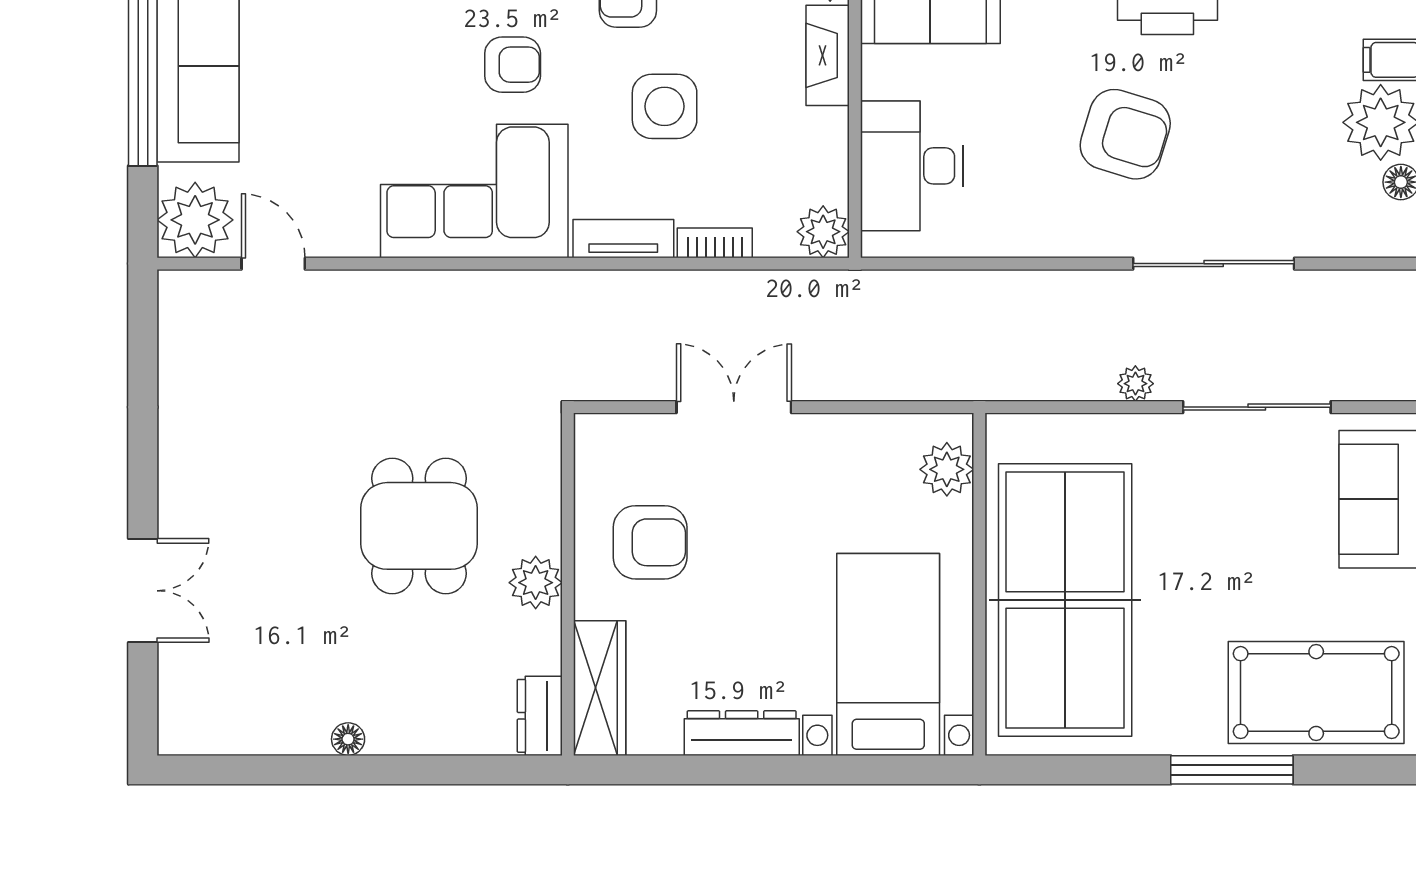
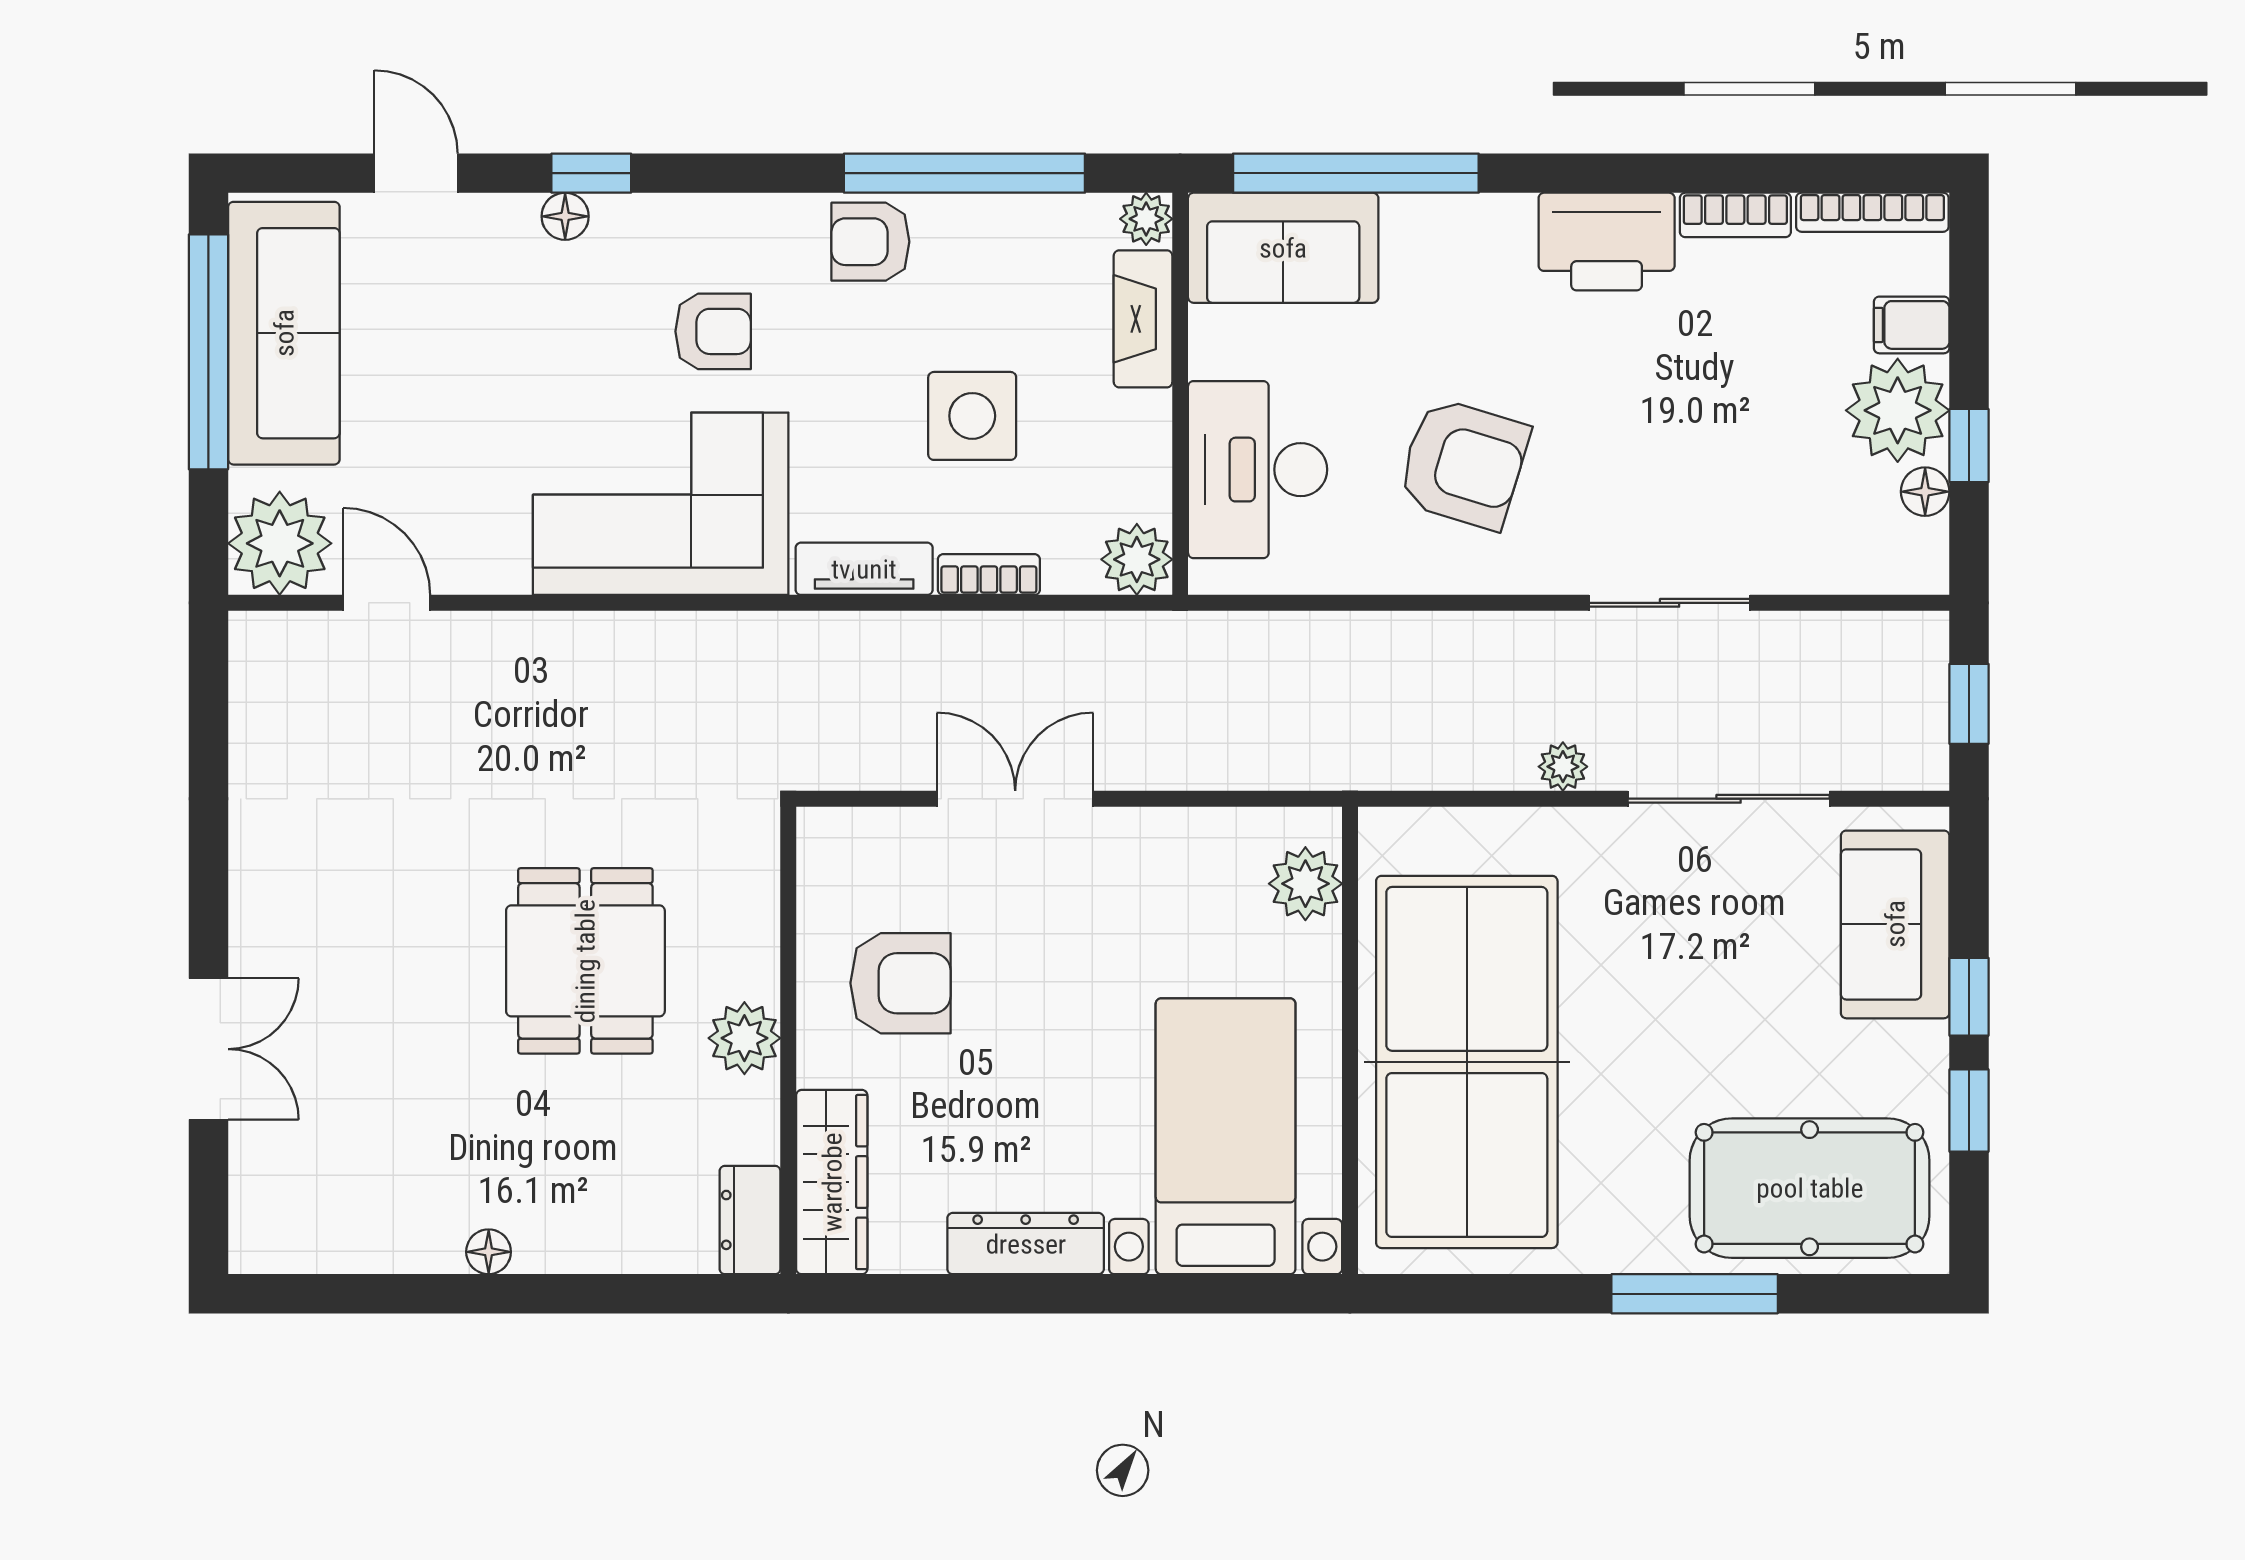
side table: (665, 106) -> (972, 416), moved
armchair: (1125, 134) -> (1463, 464), moved
sliding door: (1214, 264) -> (1670, 603), width x0.73

